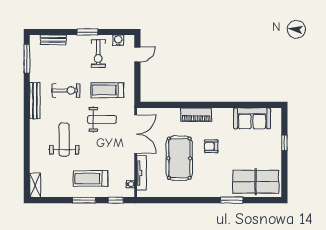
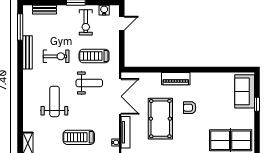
bench: (35, 101) -> (28, 52), moved
sofa: (252, 118) -> (245, 91), moved, turned 90

